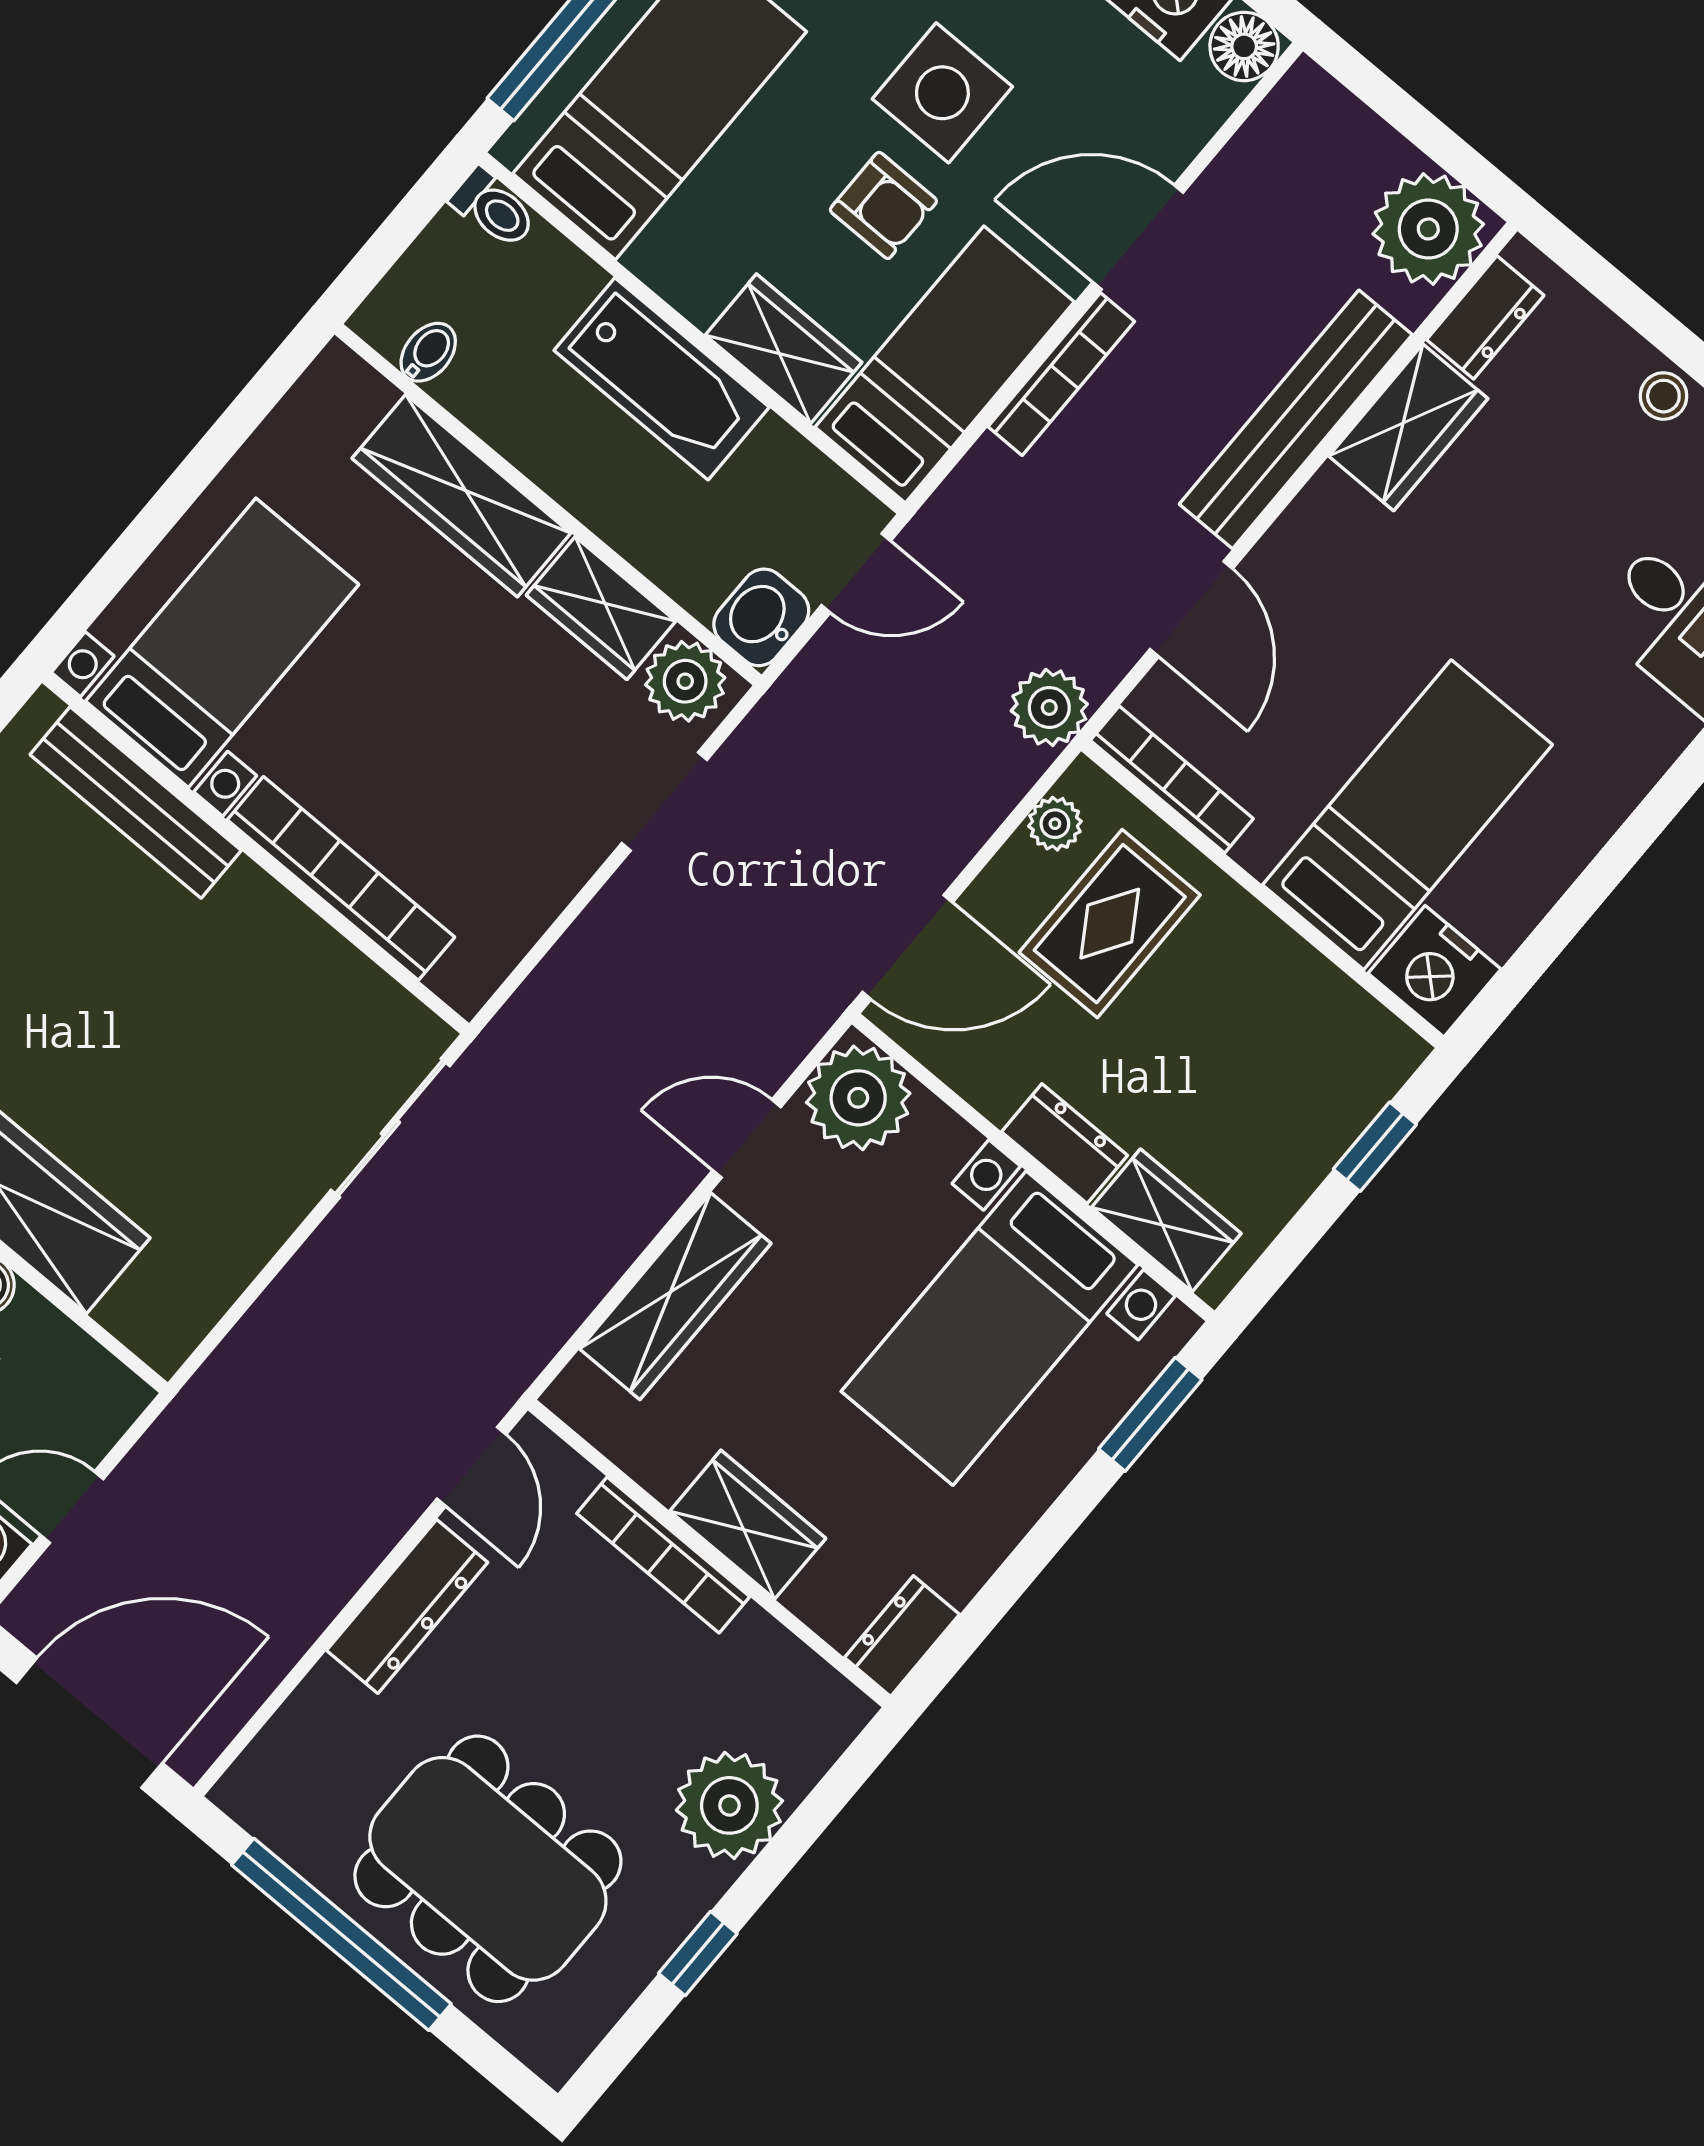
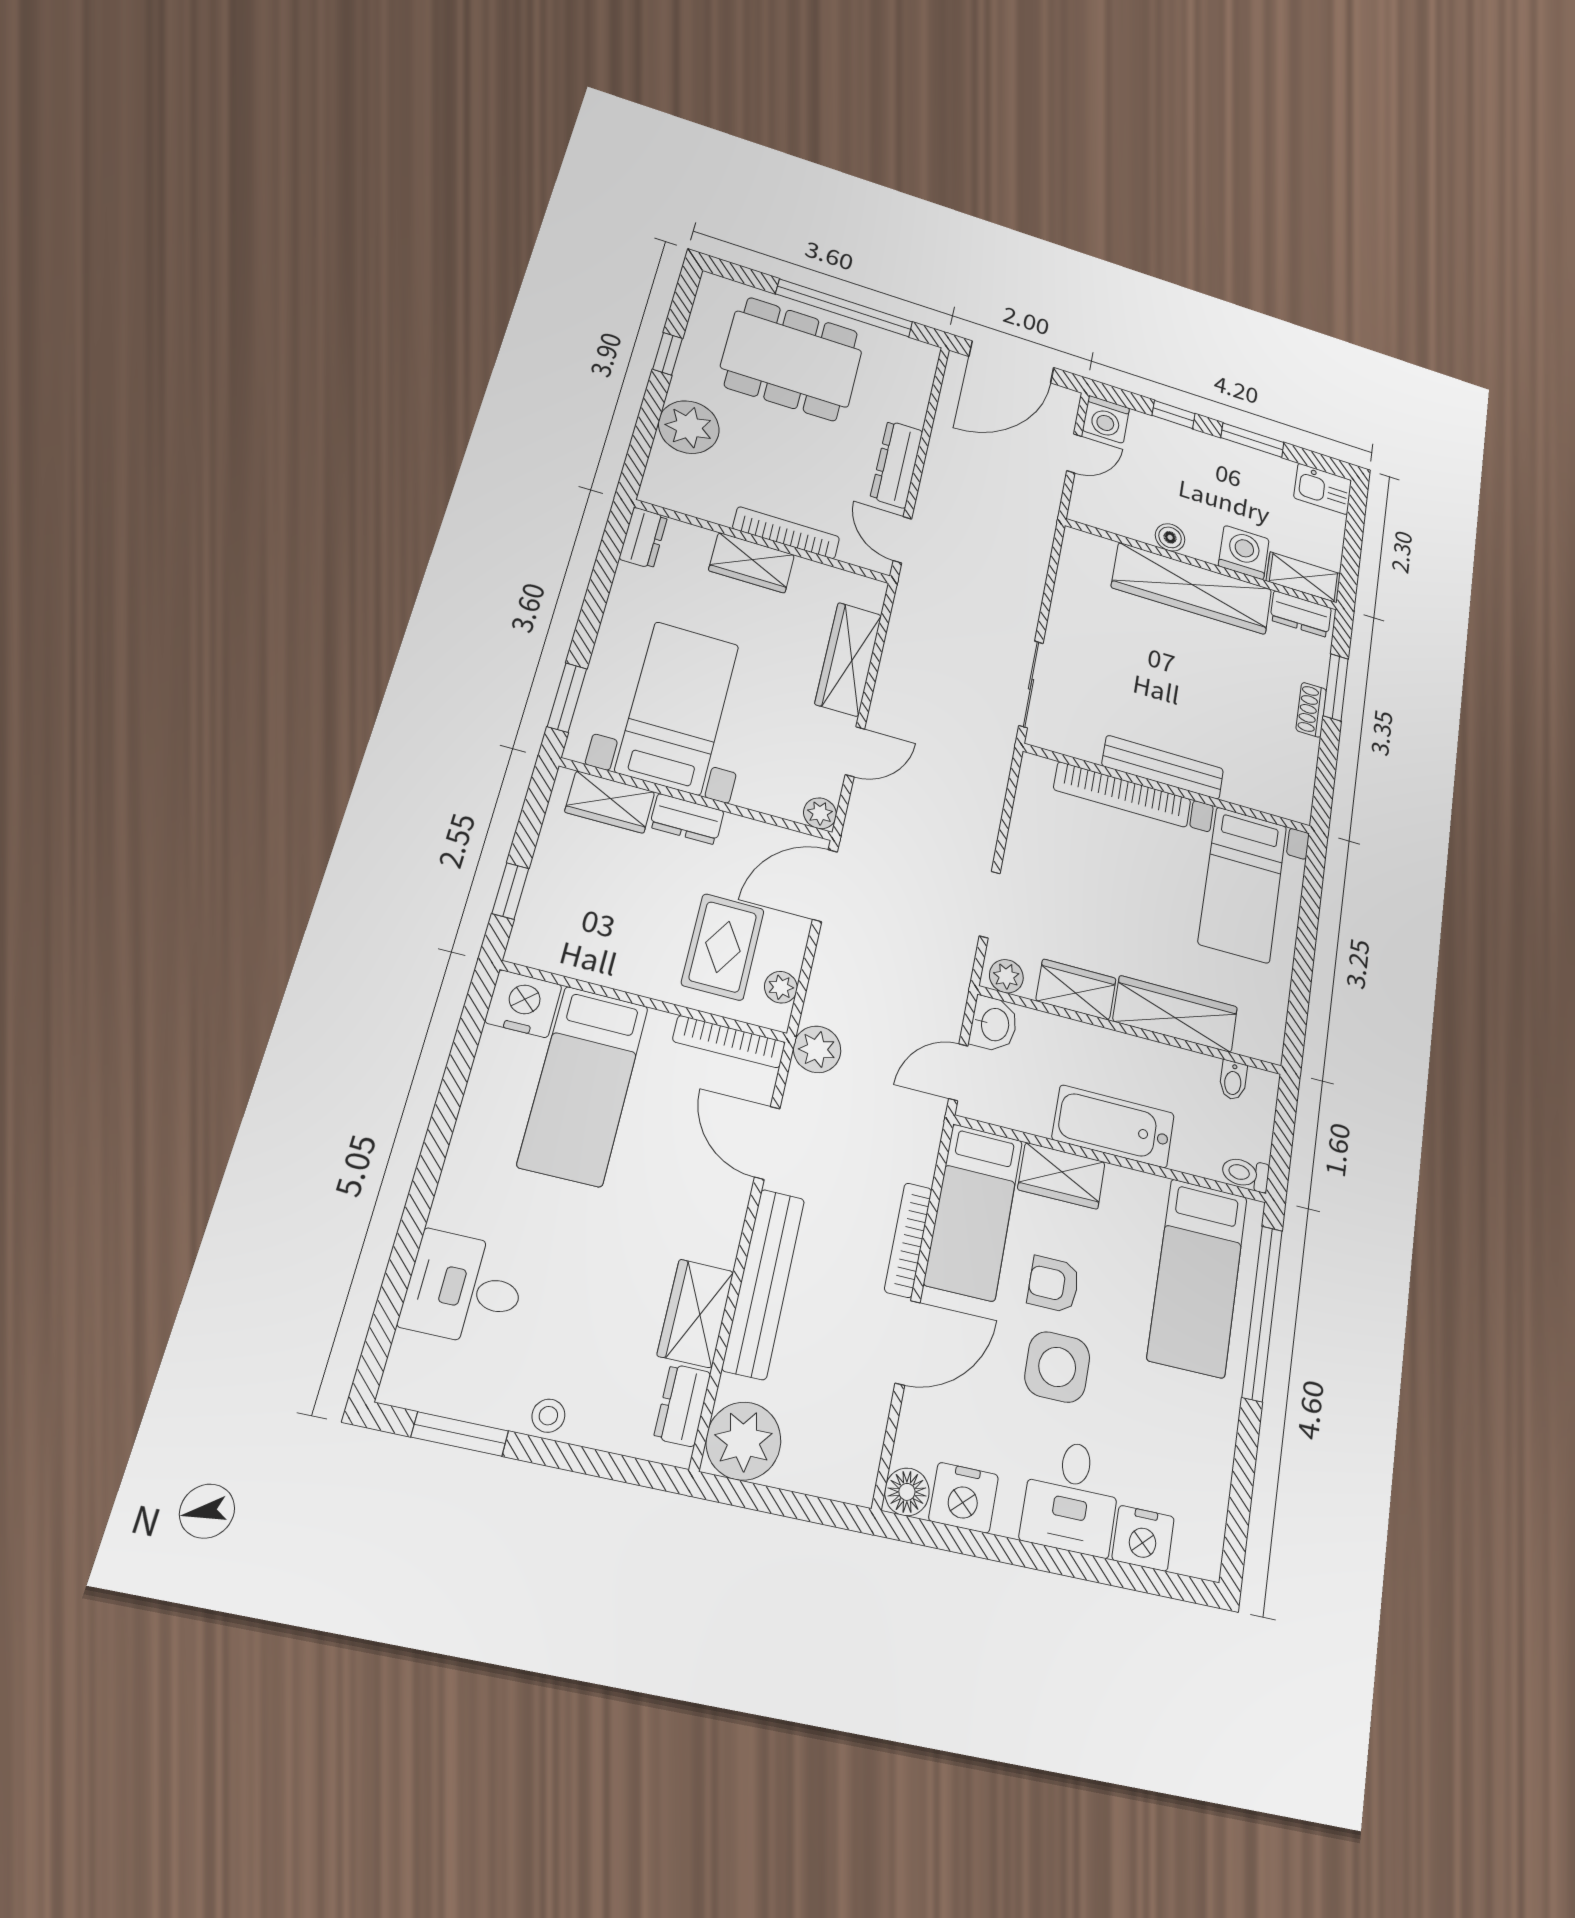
plant: (685, 681) -> (1006, 976), width x0.73, depth x0.73
bench: (136, 802) -> (1163, 767), moved
plant: (858, 1098) -> (820, 813), width x0.53, depth x0.53

